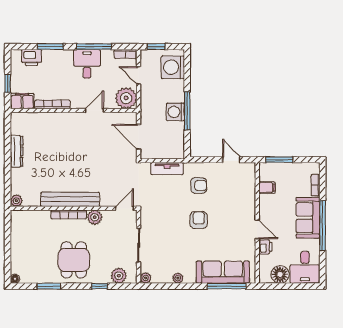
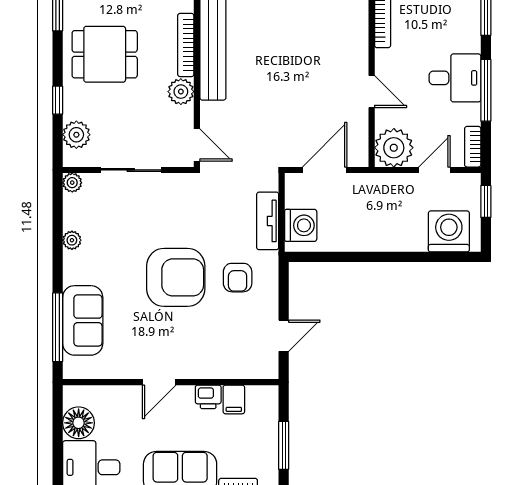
window: (187, 111) -> (371, 257), removed
washing machine: (175, 112) -> (301, 225), moved, turned 90
window: (279, 160) -> (284, 445), moved
armchair: (199, 220) -> (176, 277), width x1.88, depth x1.88
printer: (265, 247) -> (208, 397), moved
sofa: (223, 272) -> (83, 320), width x0.73

